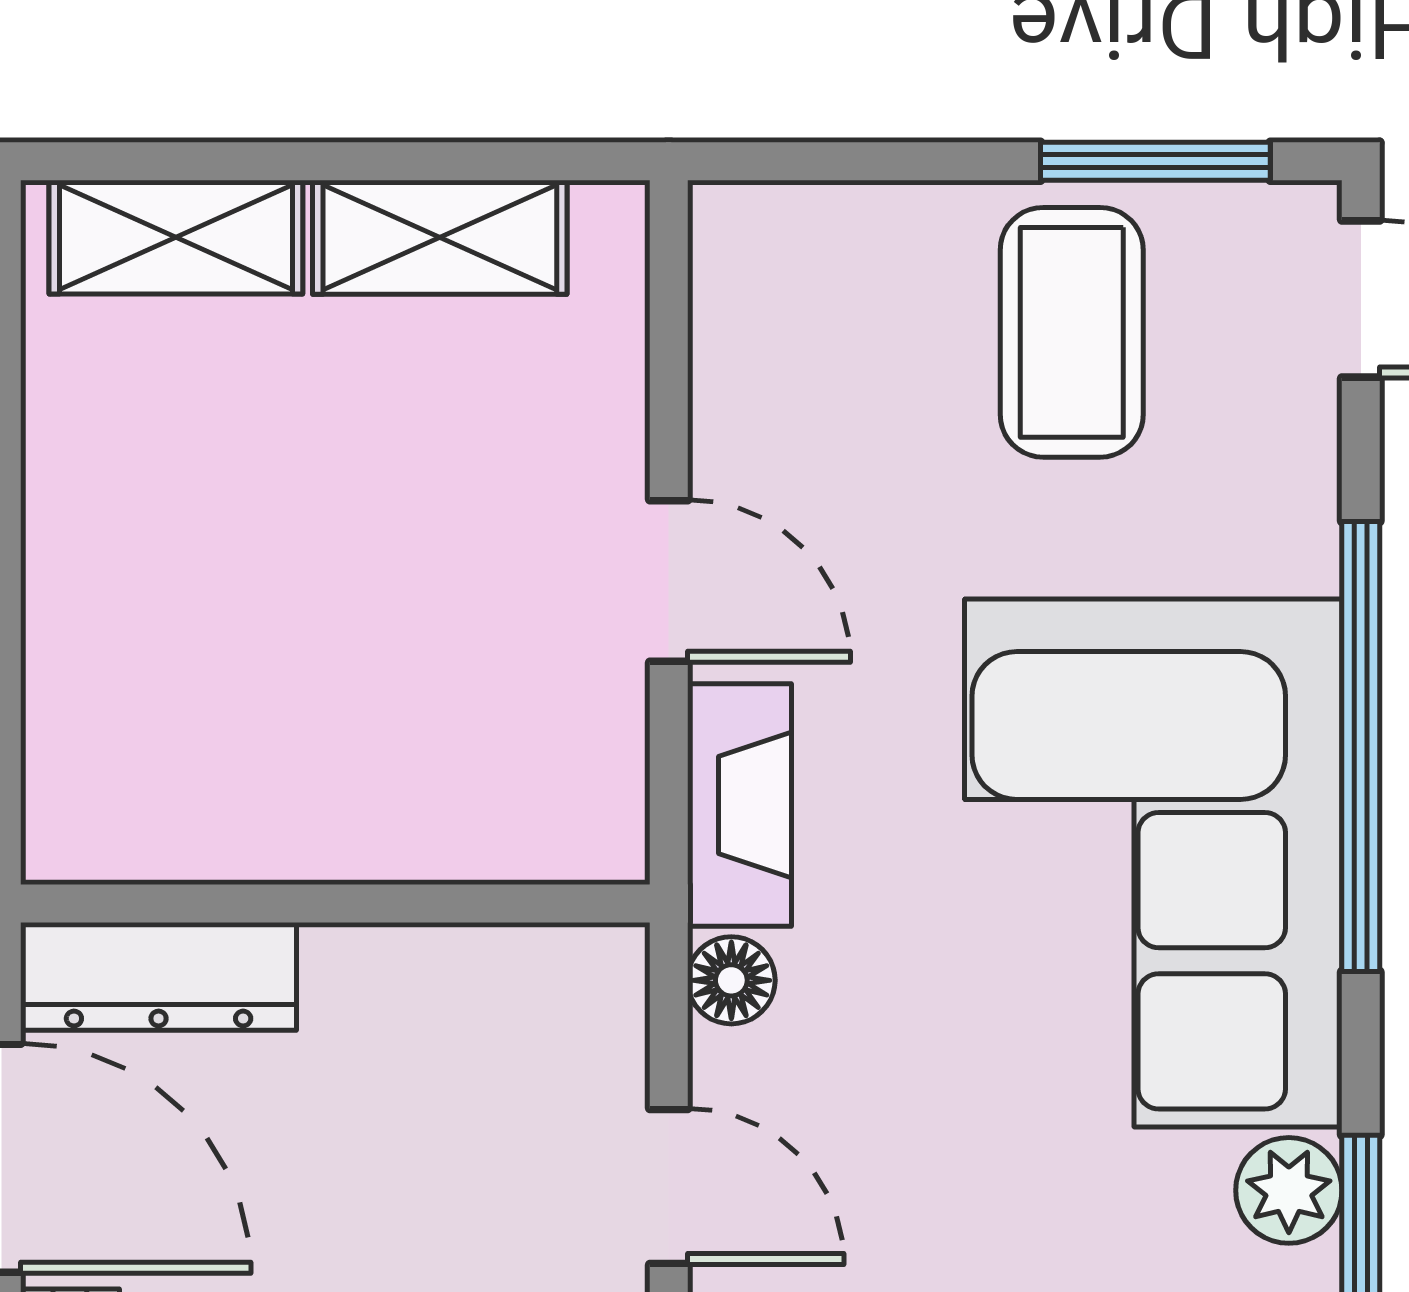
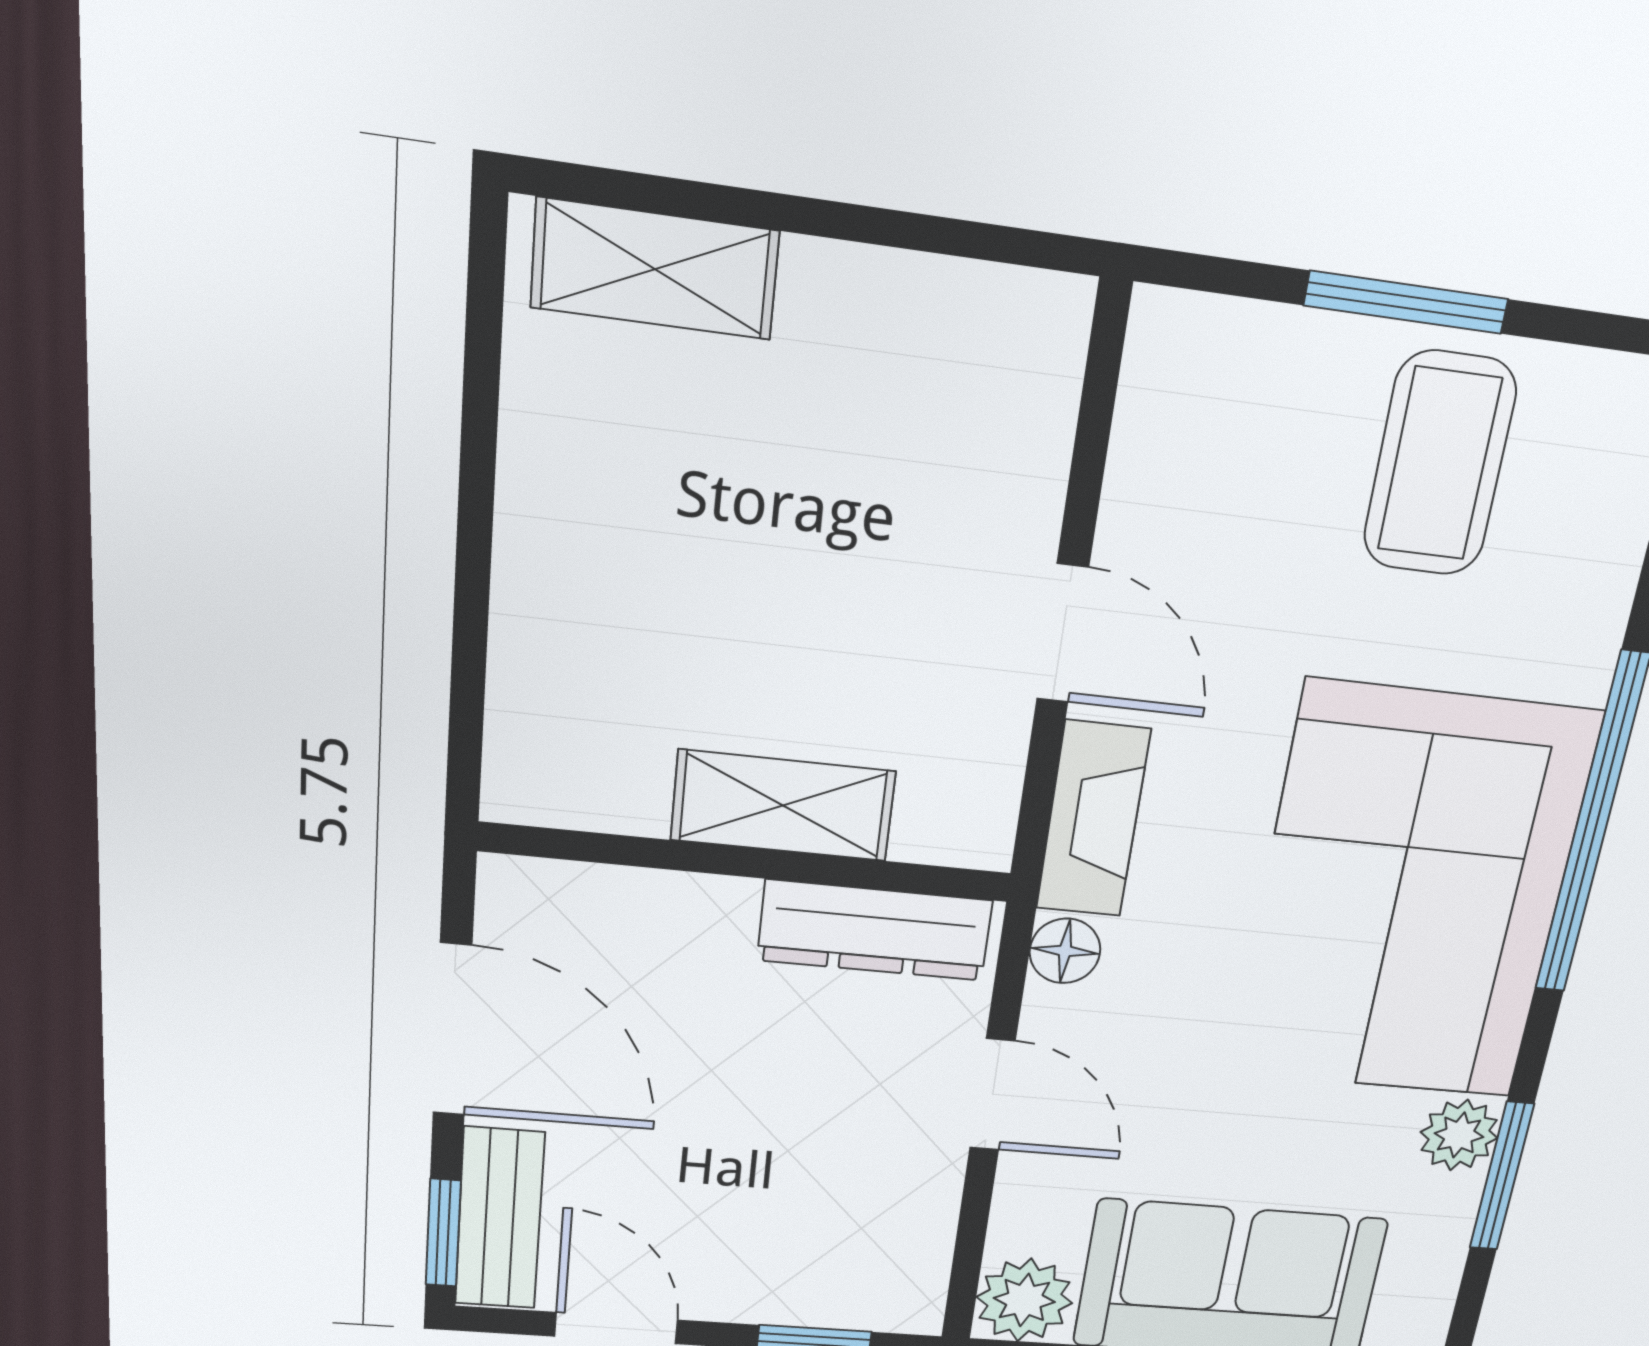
window: (1155, 161) -> (1406, 302), moved
shelving: (440, 237) -> (783, 806), moved
dresser: (159, 976) -> (875, 930), moved

